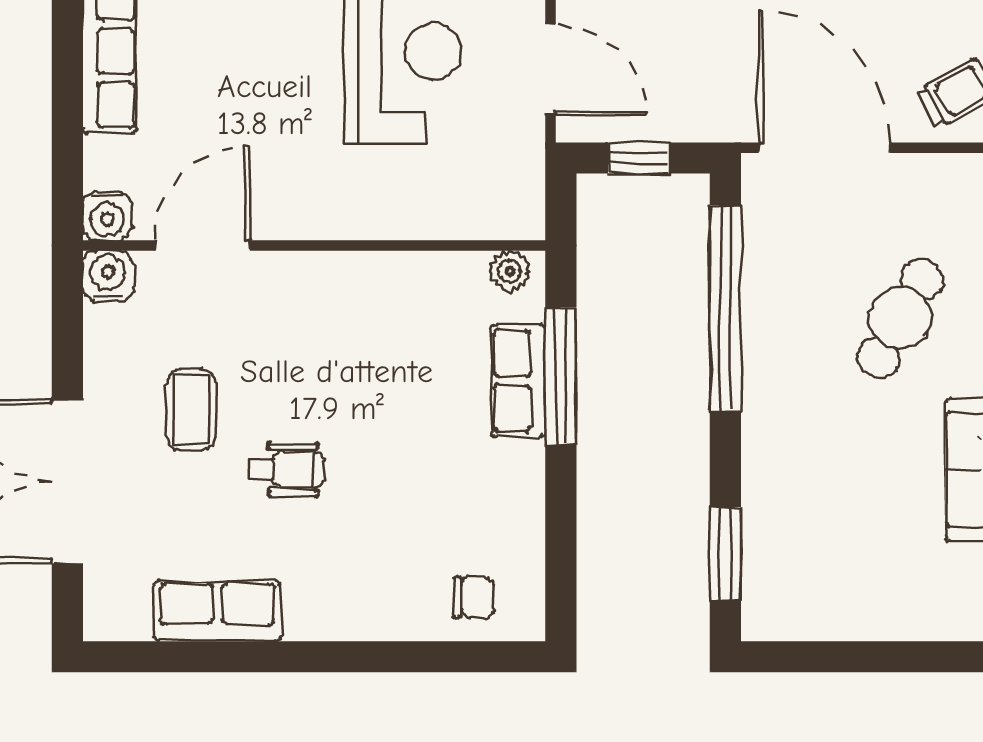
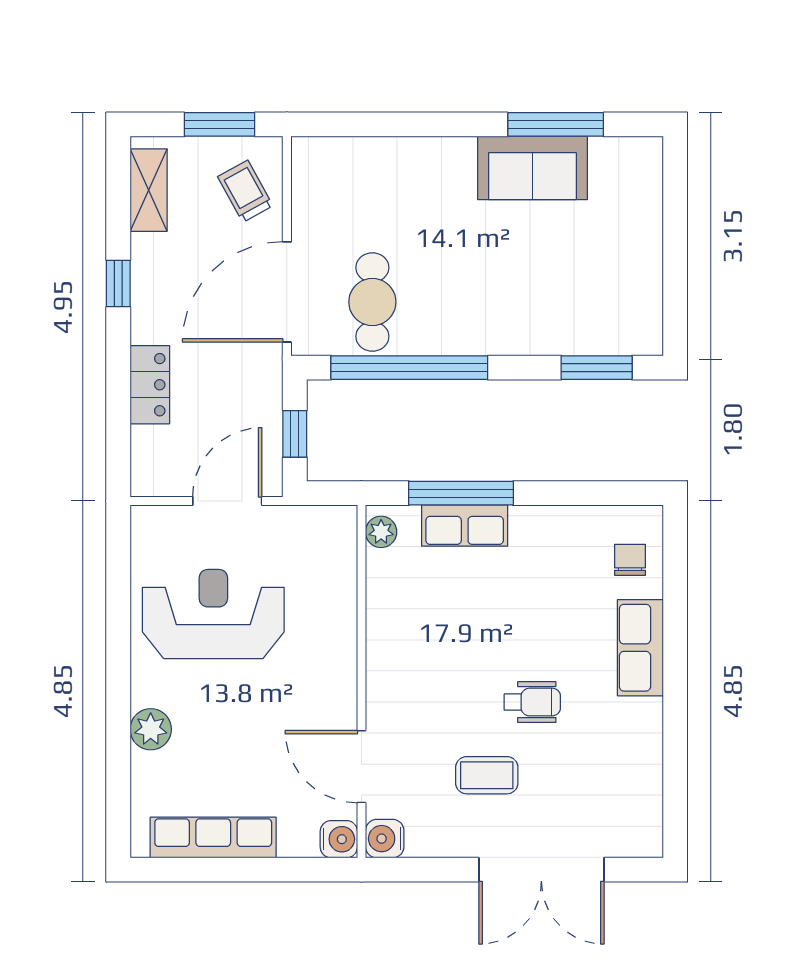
cafe table: (900, 318) -> (372, 302), moved, turned 61
wheelchair: (287, 469) -> (532, 702), turned 90
row of seats: (217, 611) -> (640, 648), moved

